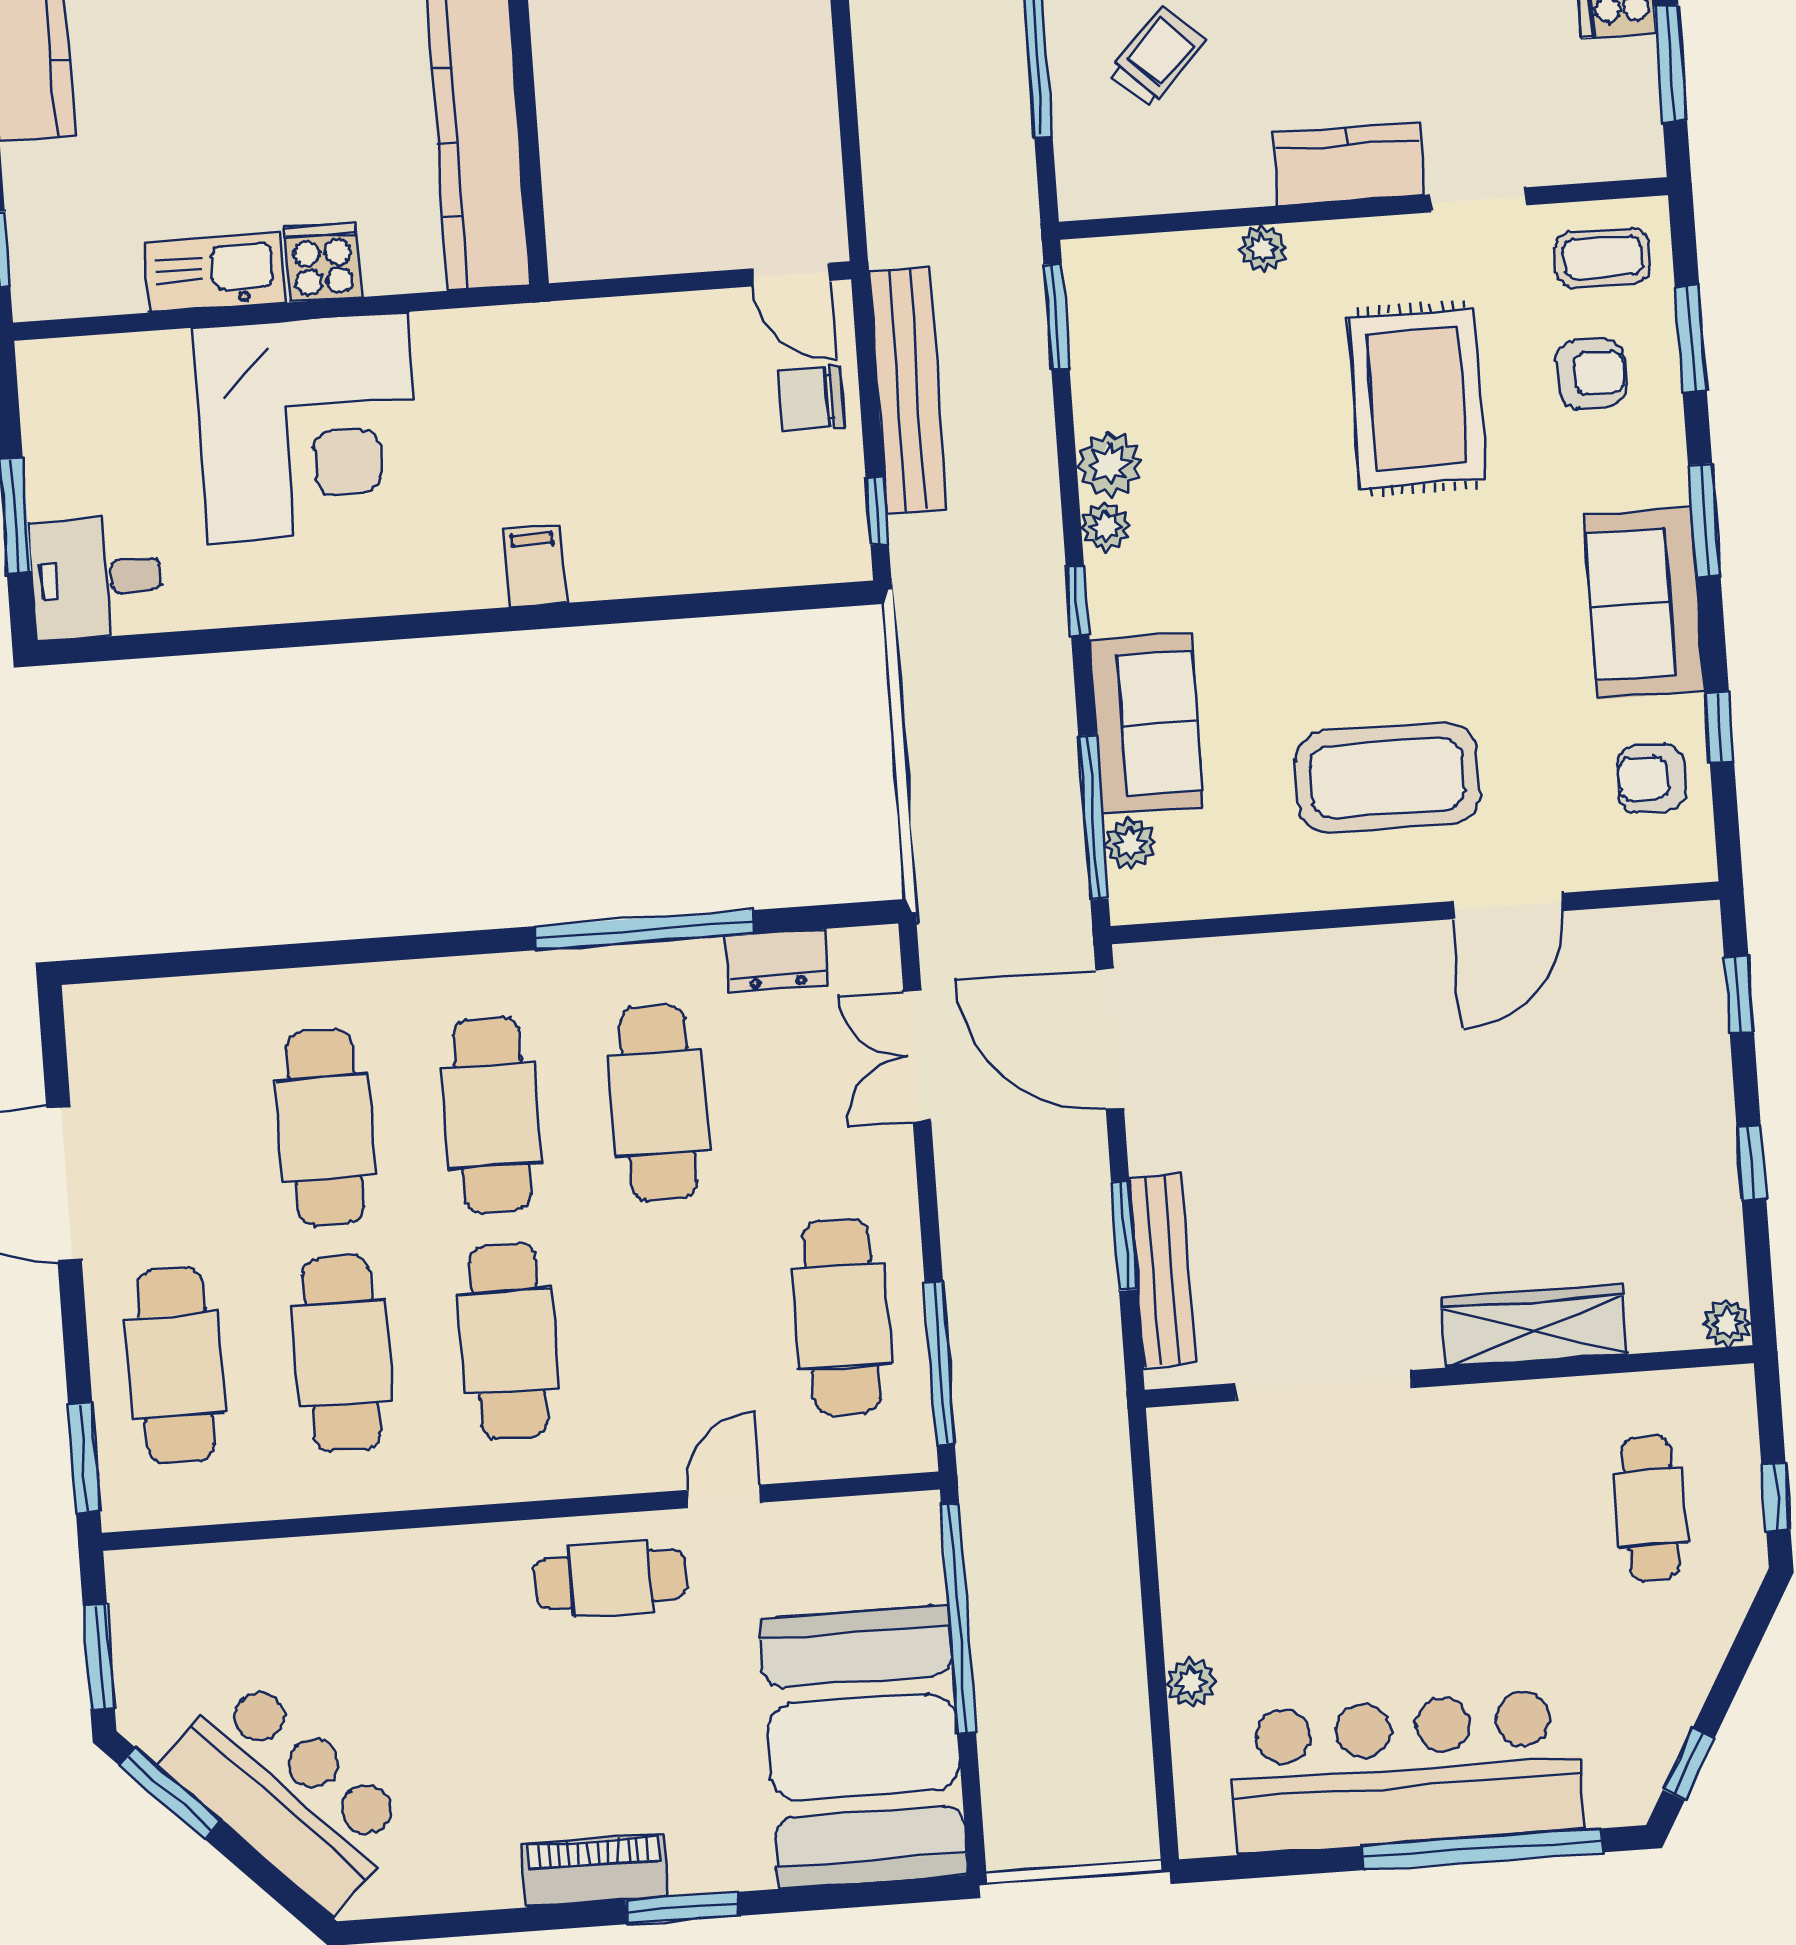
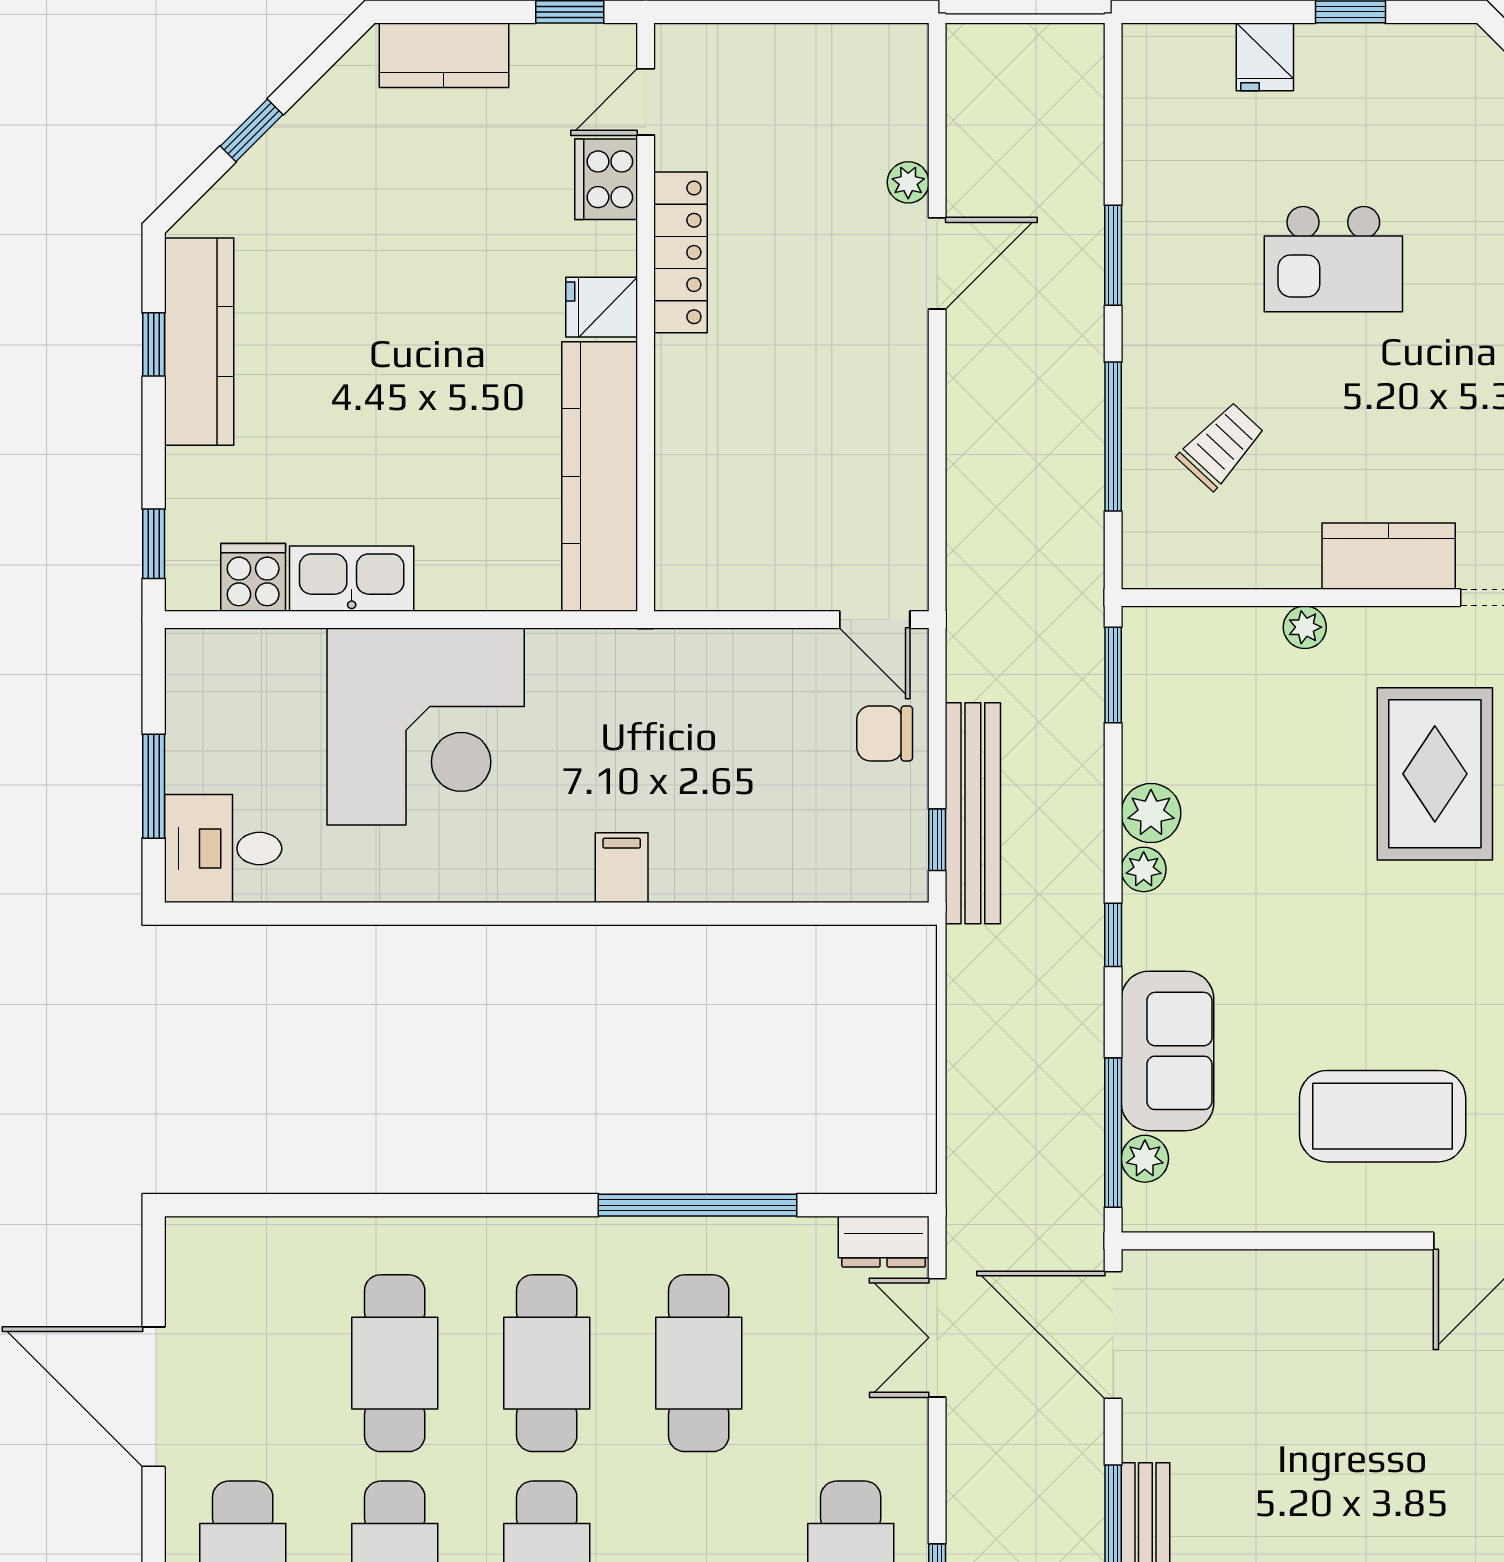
cooker: (323, 263) -> (253, 577), moved
bench: (908, 390) -> (973, 813), moved
dresser: (777, 960) -> (884, 1242), moved

